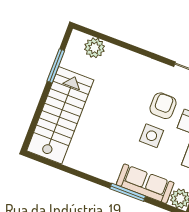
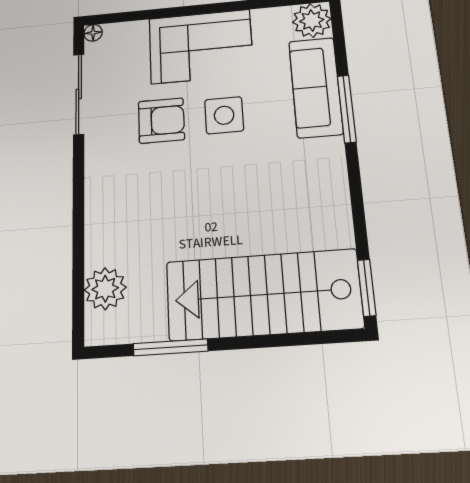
armchair: (163, 106) -> (161, 121), turned 180
window: (43, 160) -> (367, 288), added

